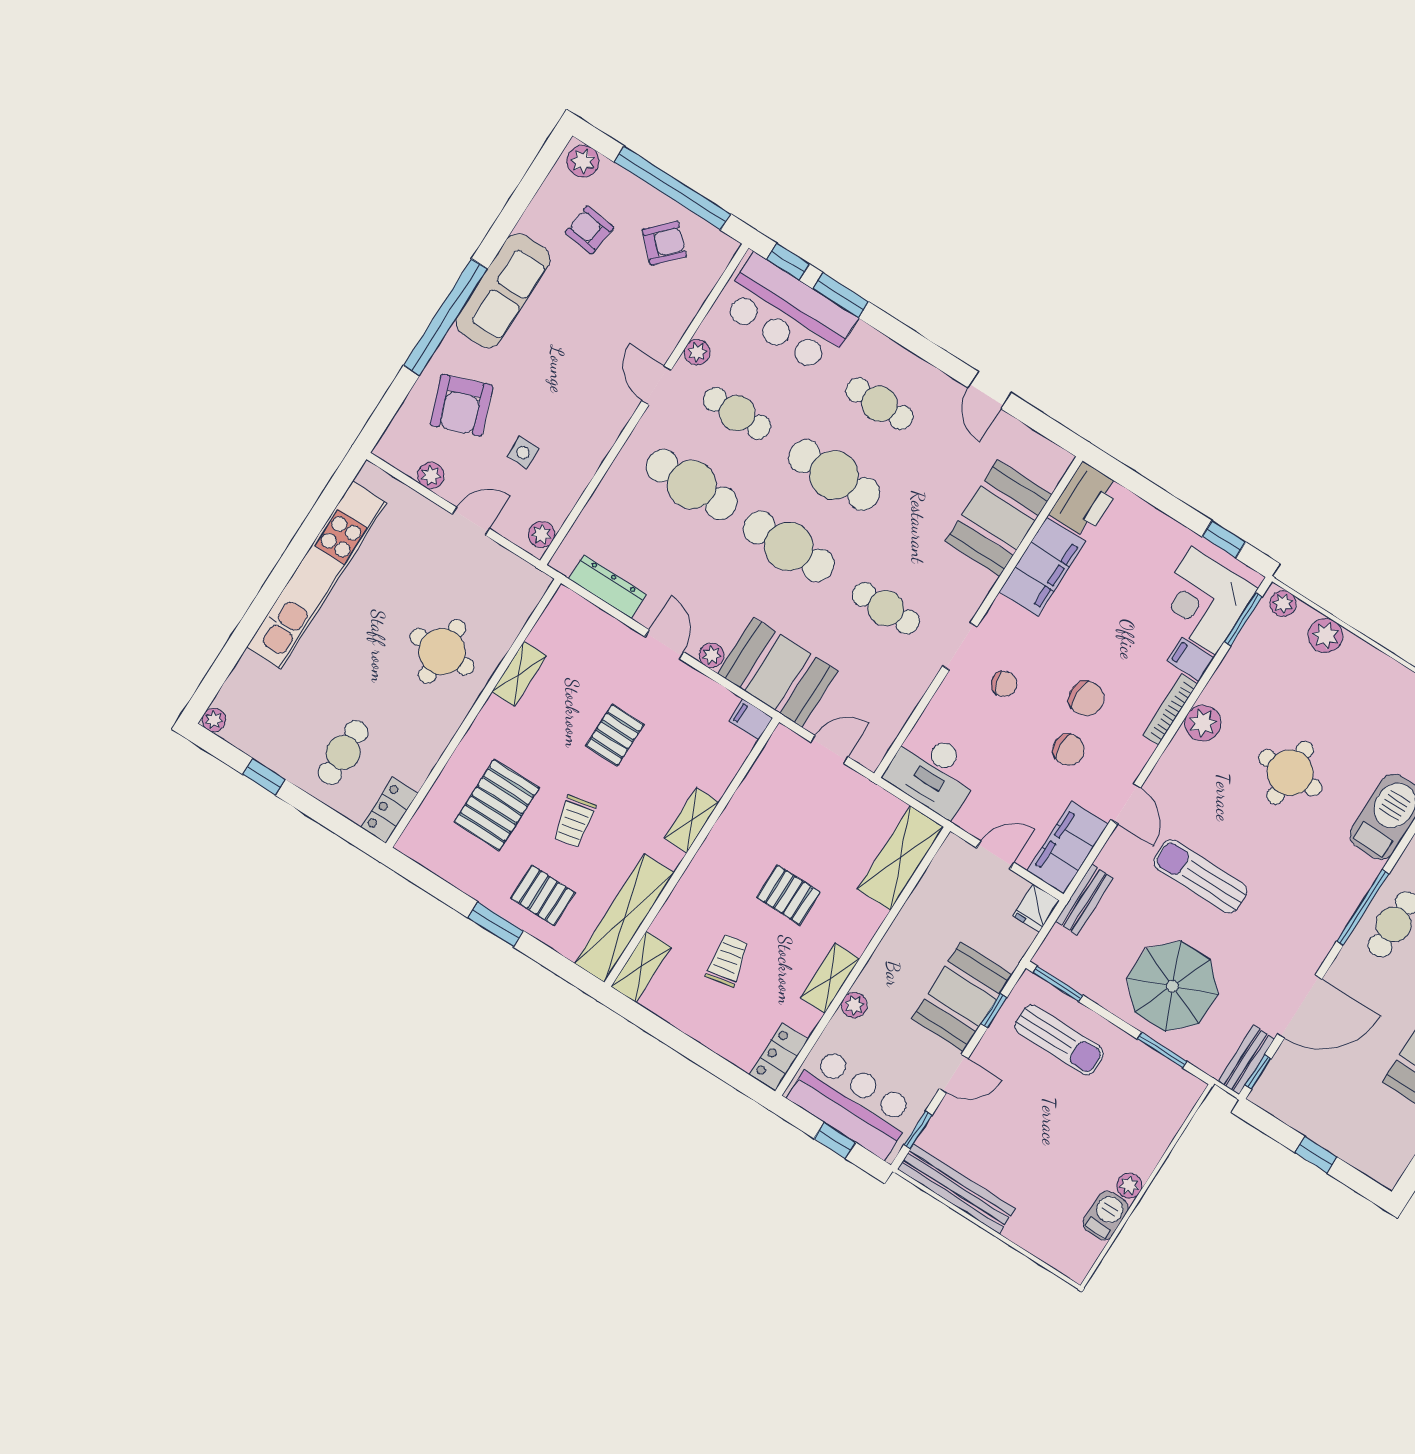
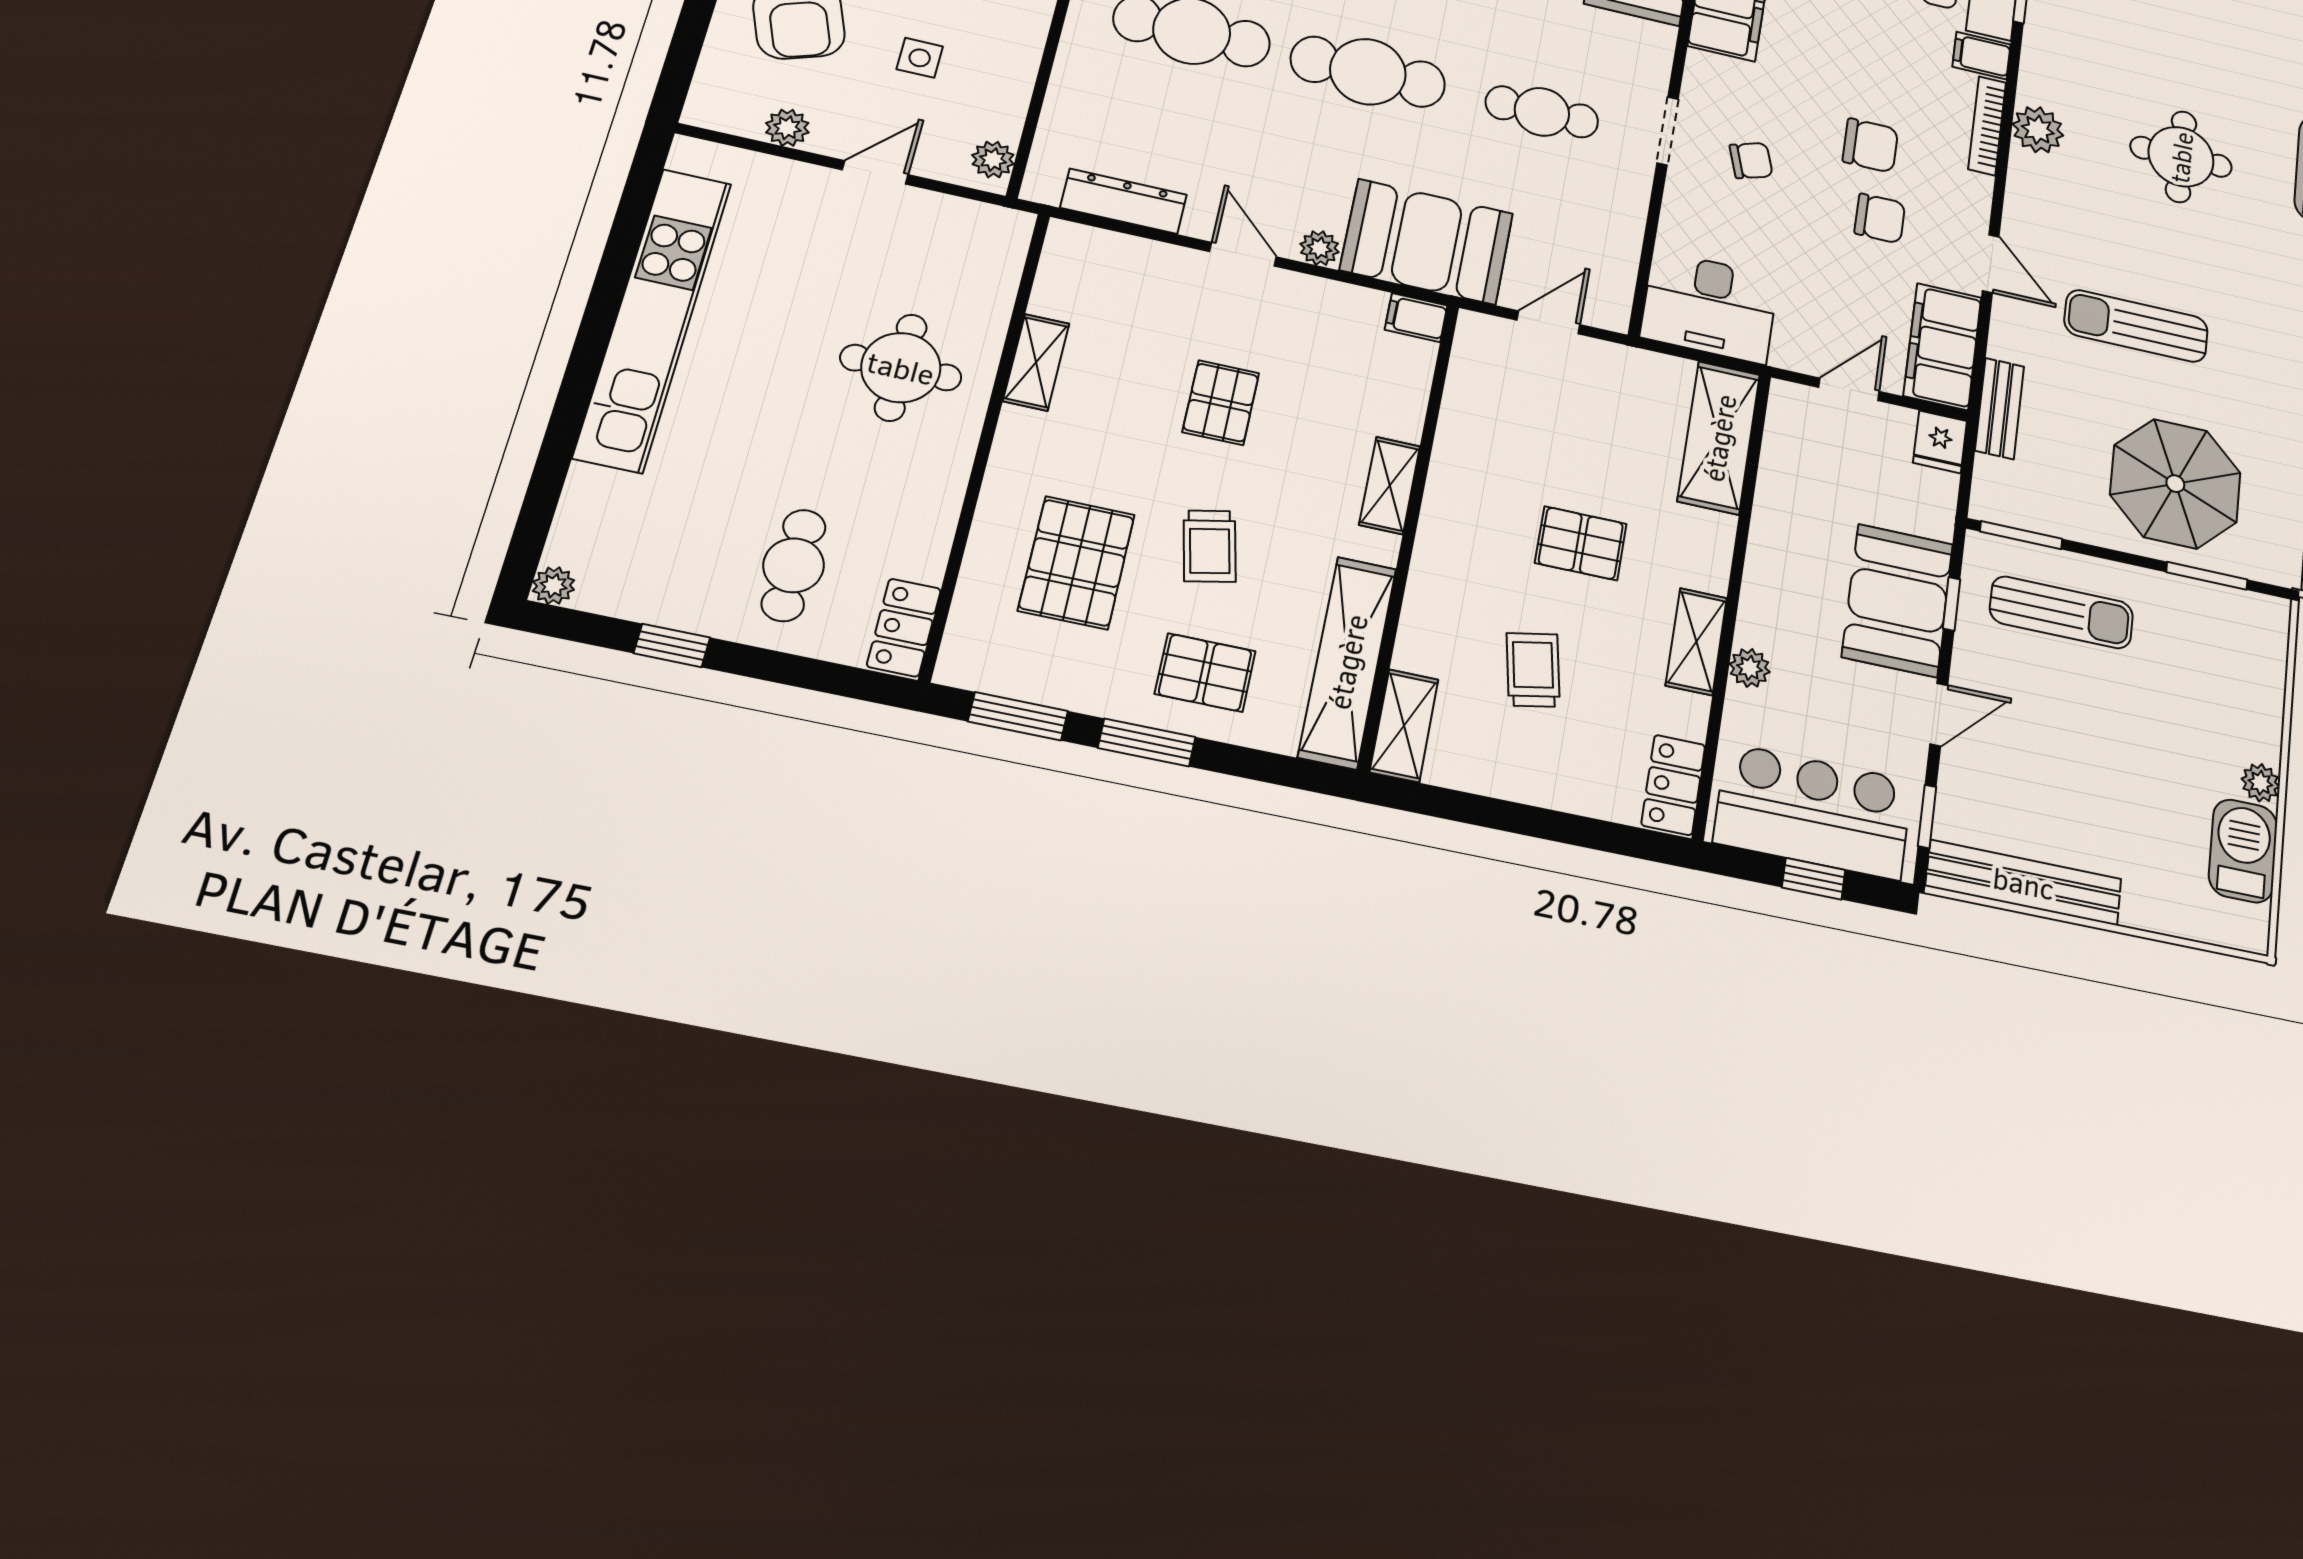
window: (432, 884) -> (1018, 716), added
barbecue: (1106, 1216) -> (2243, 851), width x1.38, depth x1.27

